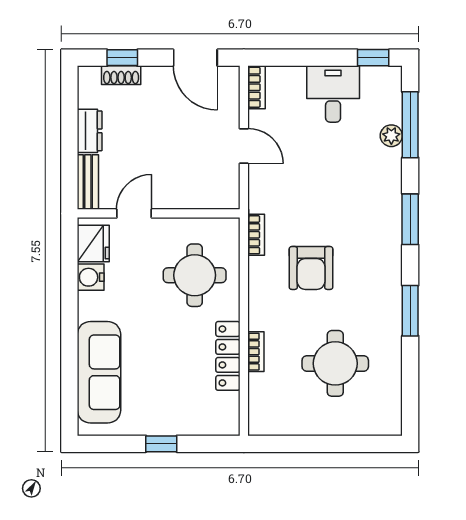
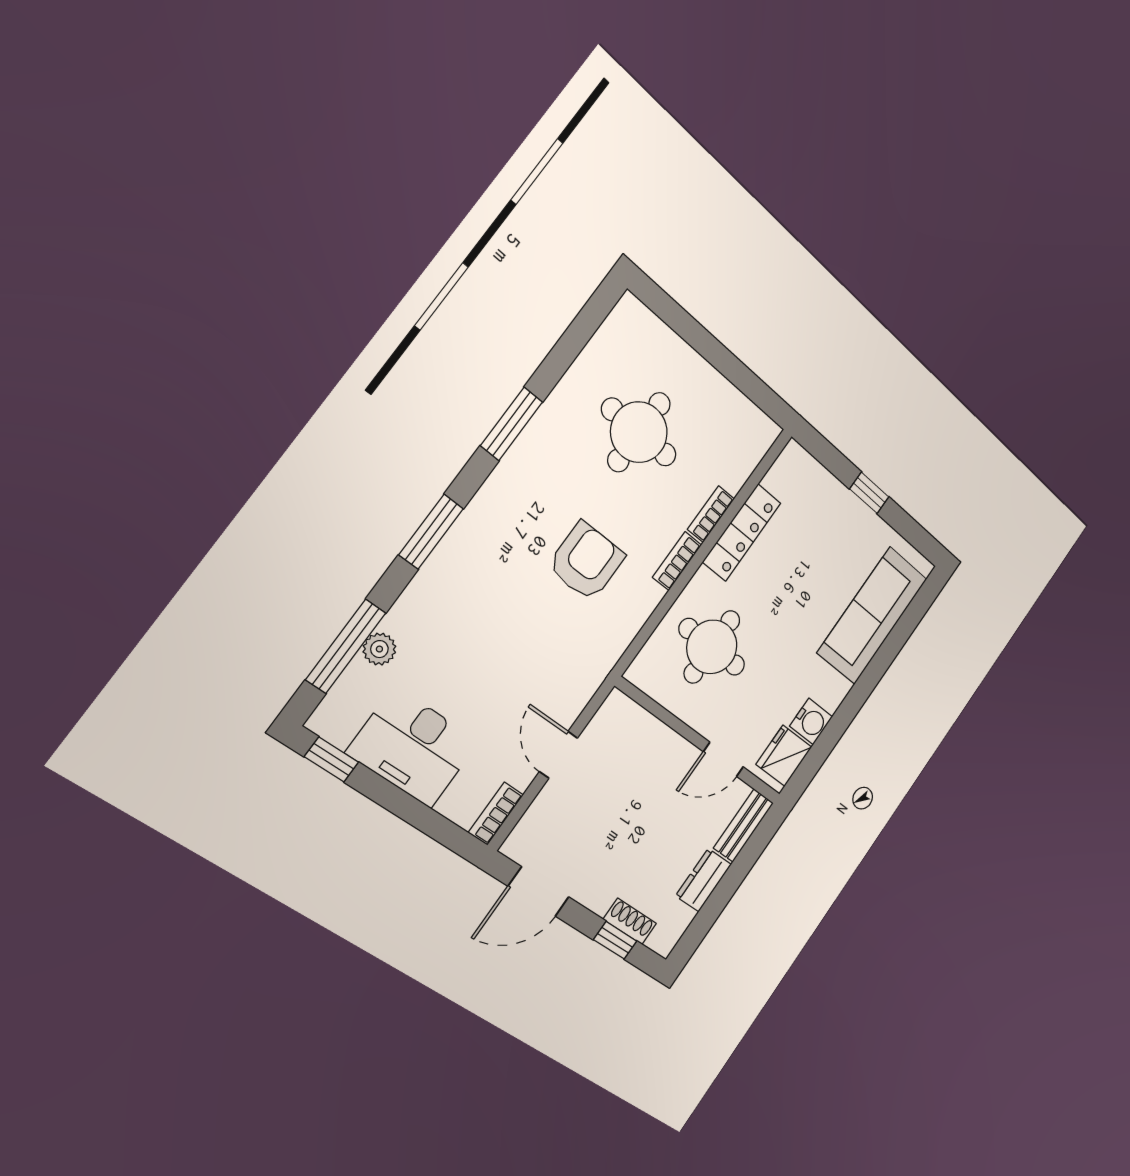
door: (195, 58) -> (539, 892), swing flipped
desk: (333, 94) -> (413, 747), width x1.37
bookcase: (256, 235) -> (677, 561), moved

